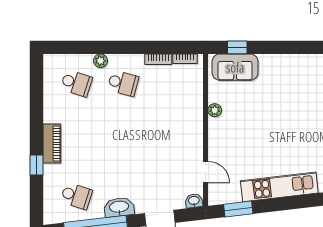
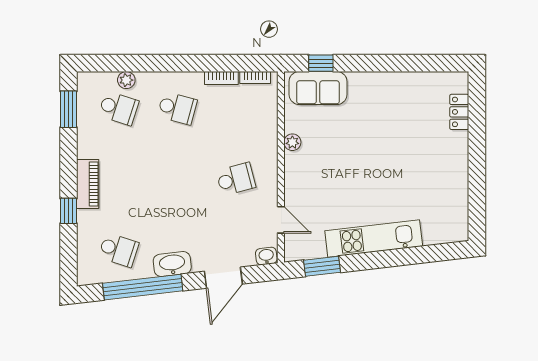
plant: (100, 61) -> (126, 80), moved
window: (36, 84) -> (68, 109), added
school desk: (170, 140) -> (236, 179), added

